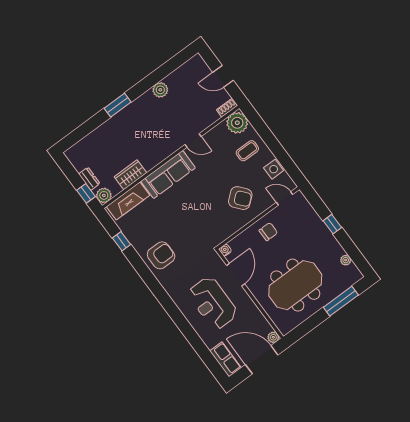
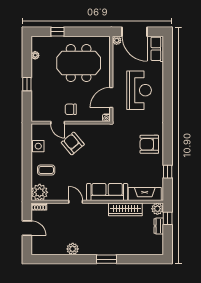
wardrobe: (130, 175) -> (125, 209), width x1.50
door: (285, 198) -> (58, 123), moved
window: (341, 301) -> (57, 32), width x0.46

